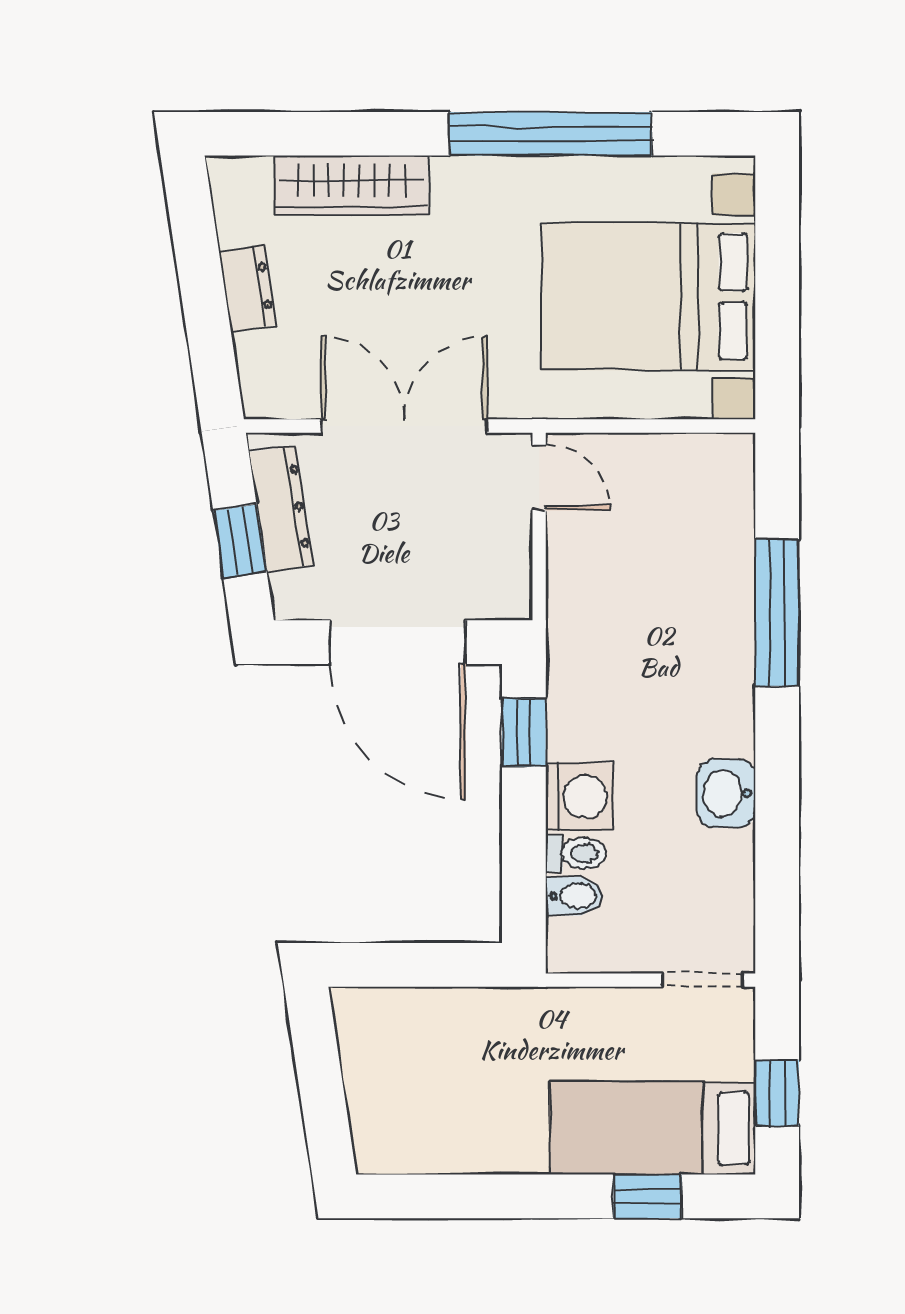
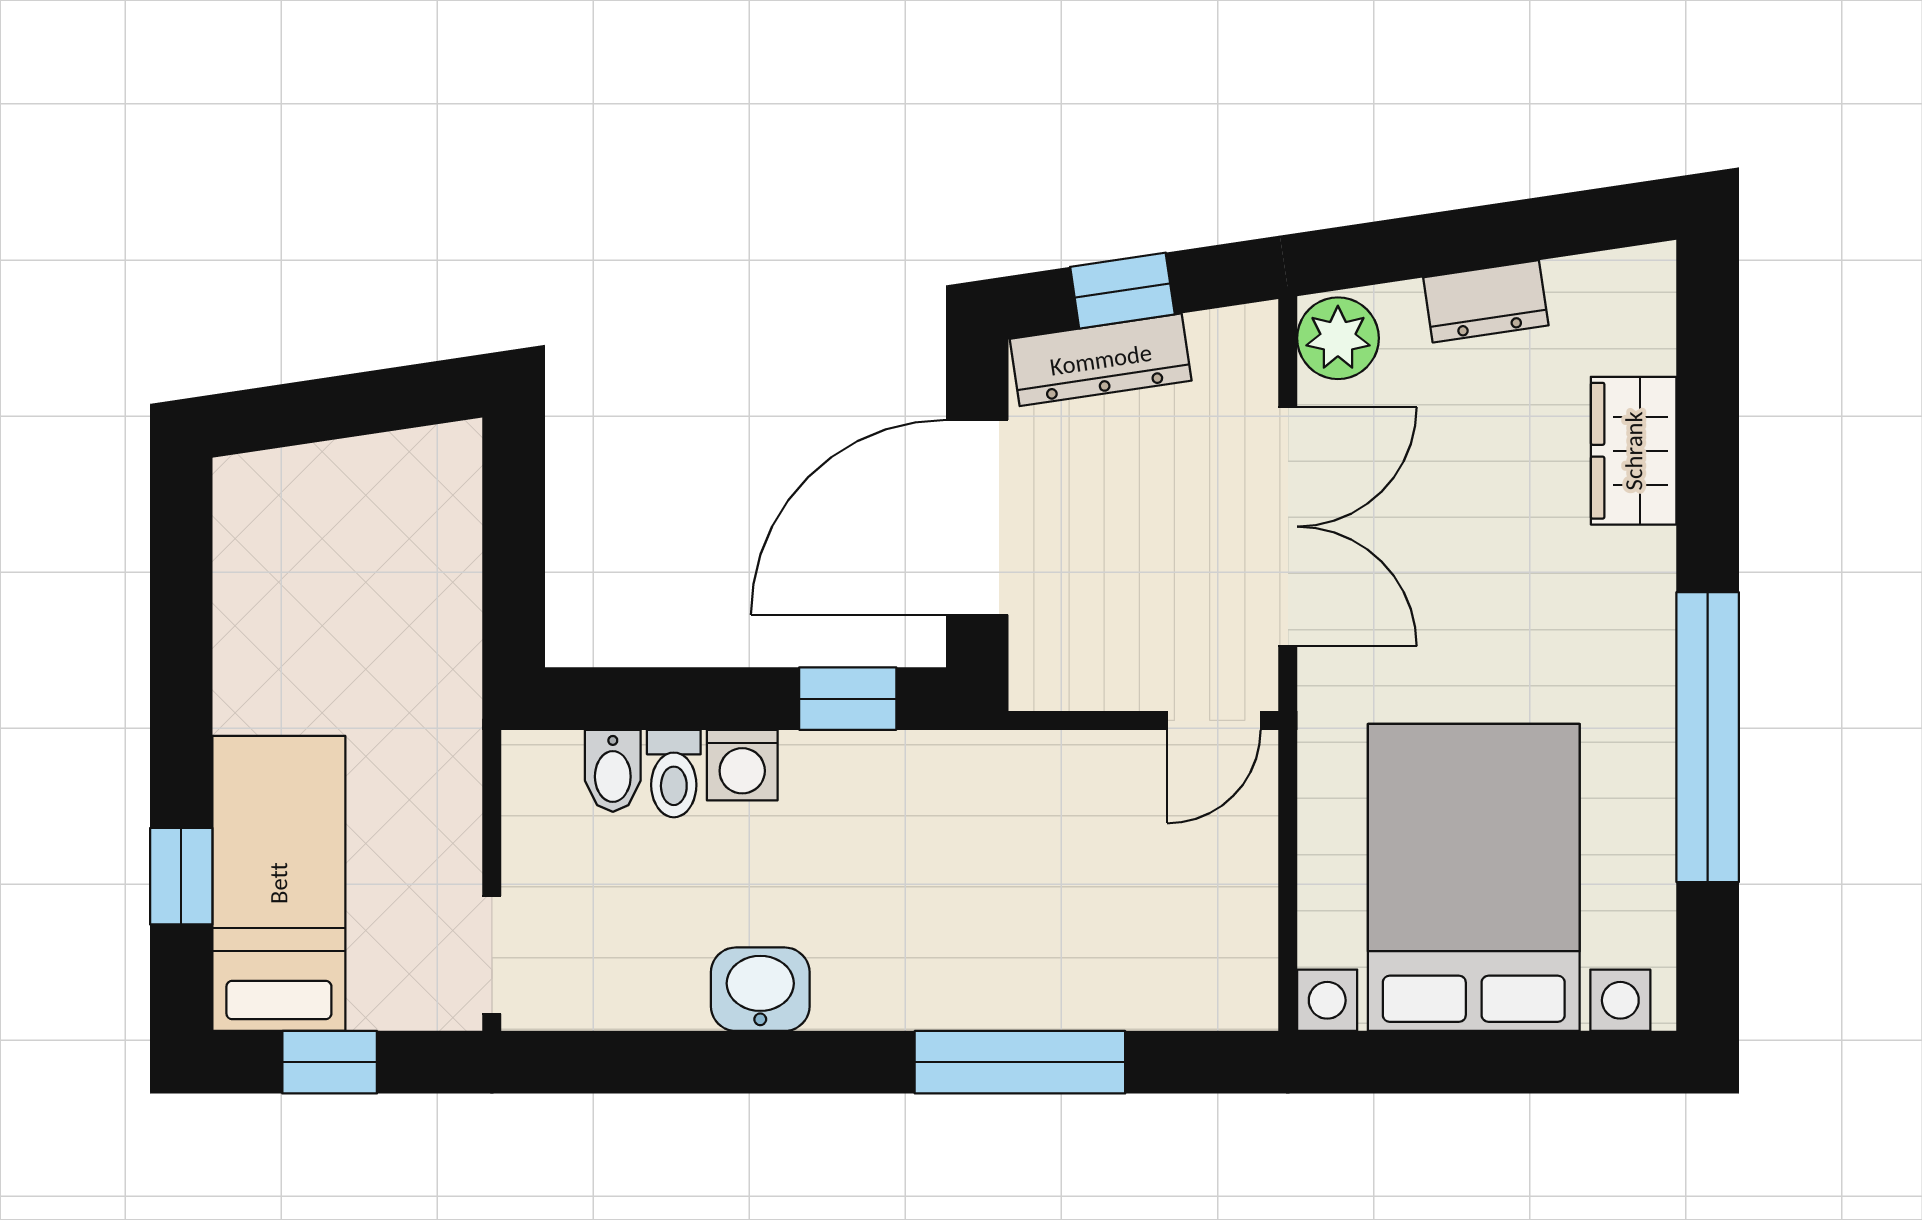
wardrobe: (351, 185) -> (1634, 451), width x0.67
plant: (273, 391) -> (1338, 338), added
dresser: (281, 509) -> (1101, 360), moved
washing machine: (580, 796) -> (742, 765), width x0.73, depth x0.73

